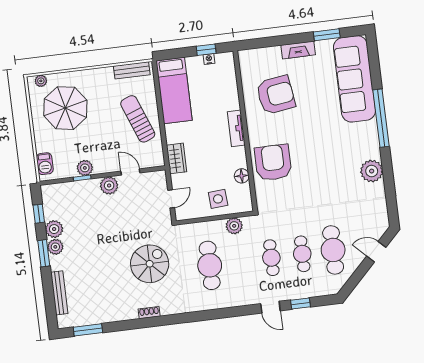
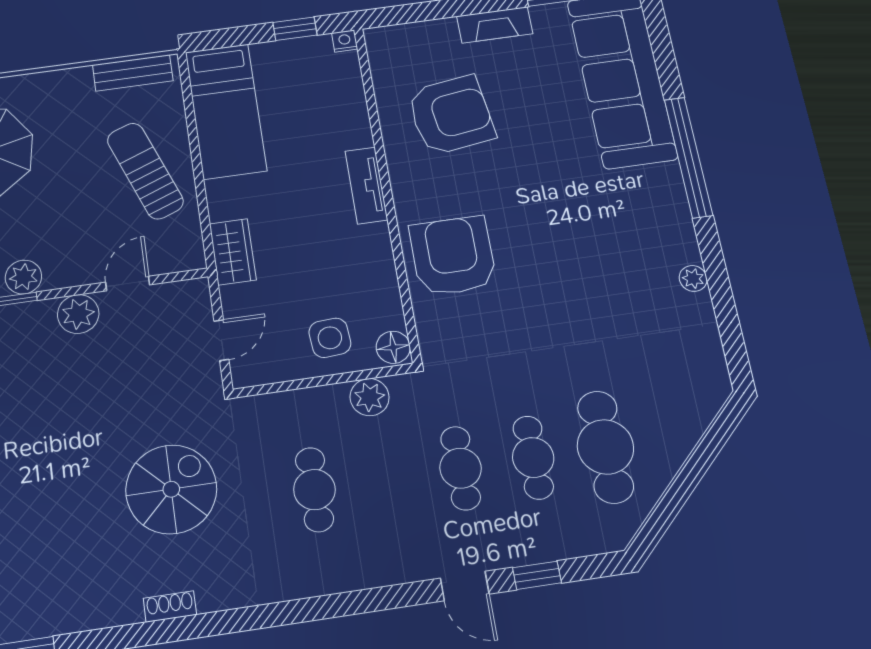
nightstand: (209, 59) -> (345, 41), moved
plant: (372, 171) -> (693, 278), width x0.53, depth x0.53
door: (130, 172) -> (128, 284), hinge flipped
floor lamp: (242, 176) -> (393, 347), moved
door: (376, 252) -> (708, 449), removed
cafe table: (210, 265) -> (314, 490), width x0.73, depth x0.74

